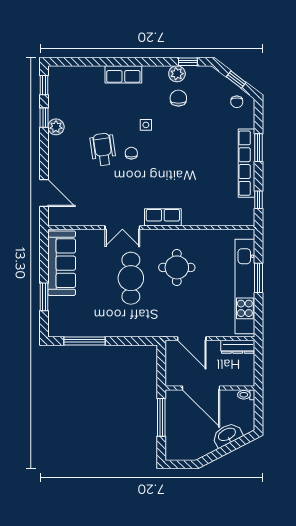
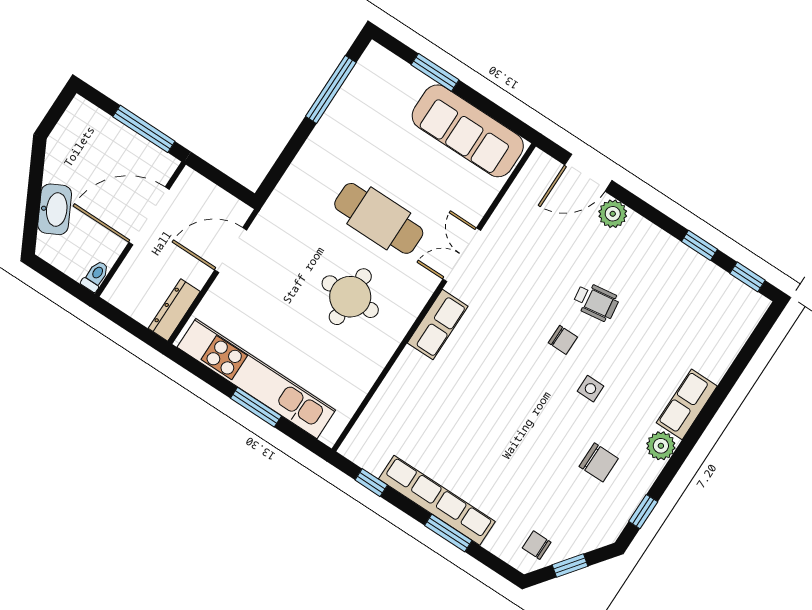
plant: (177, 74) -> (661, 446), moved
plant: (56, 127) -> (613, 214), moved
wheelchair: (103, 149) -> (596, 302), width x0.73, depth x0.73

